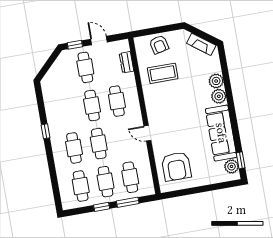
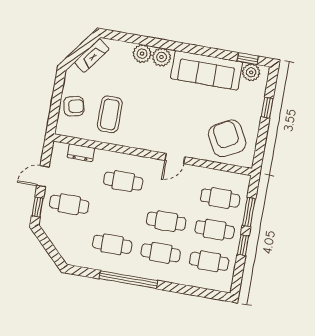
cafe table: (92, 105) -> (112, 244), moved
window: (46, 131) -> (128, 280), width x3.17
armchair: (176, 166) -> (227, 138), turned -118
window: (210, 188) -> (267, 108), added

